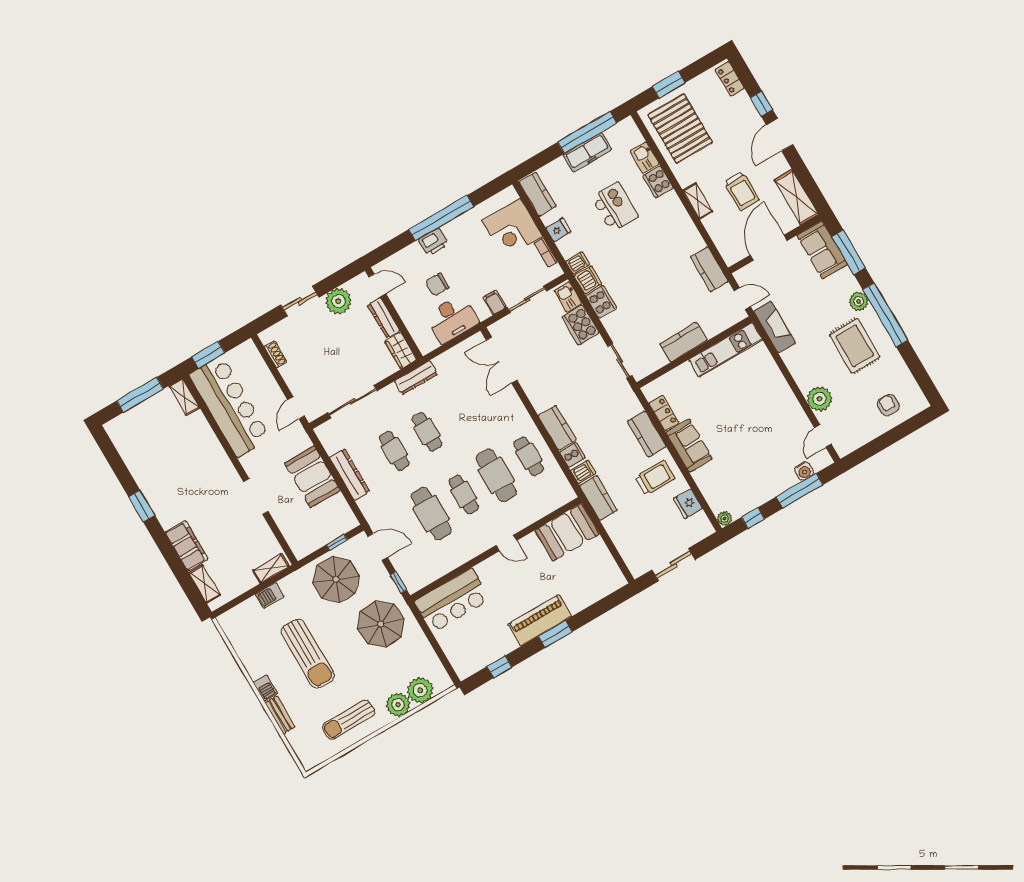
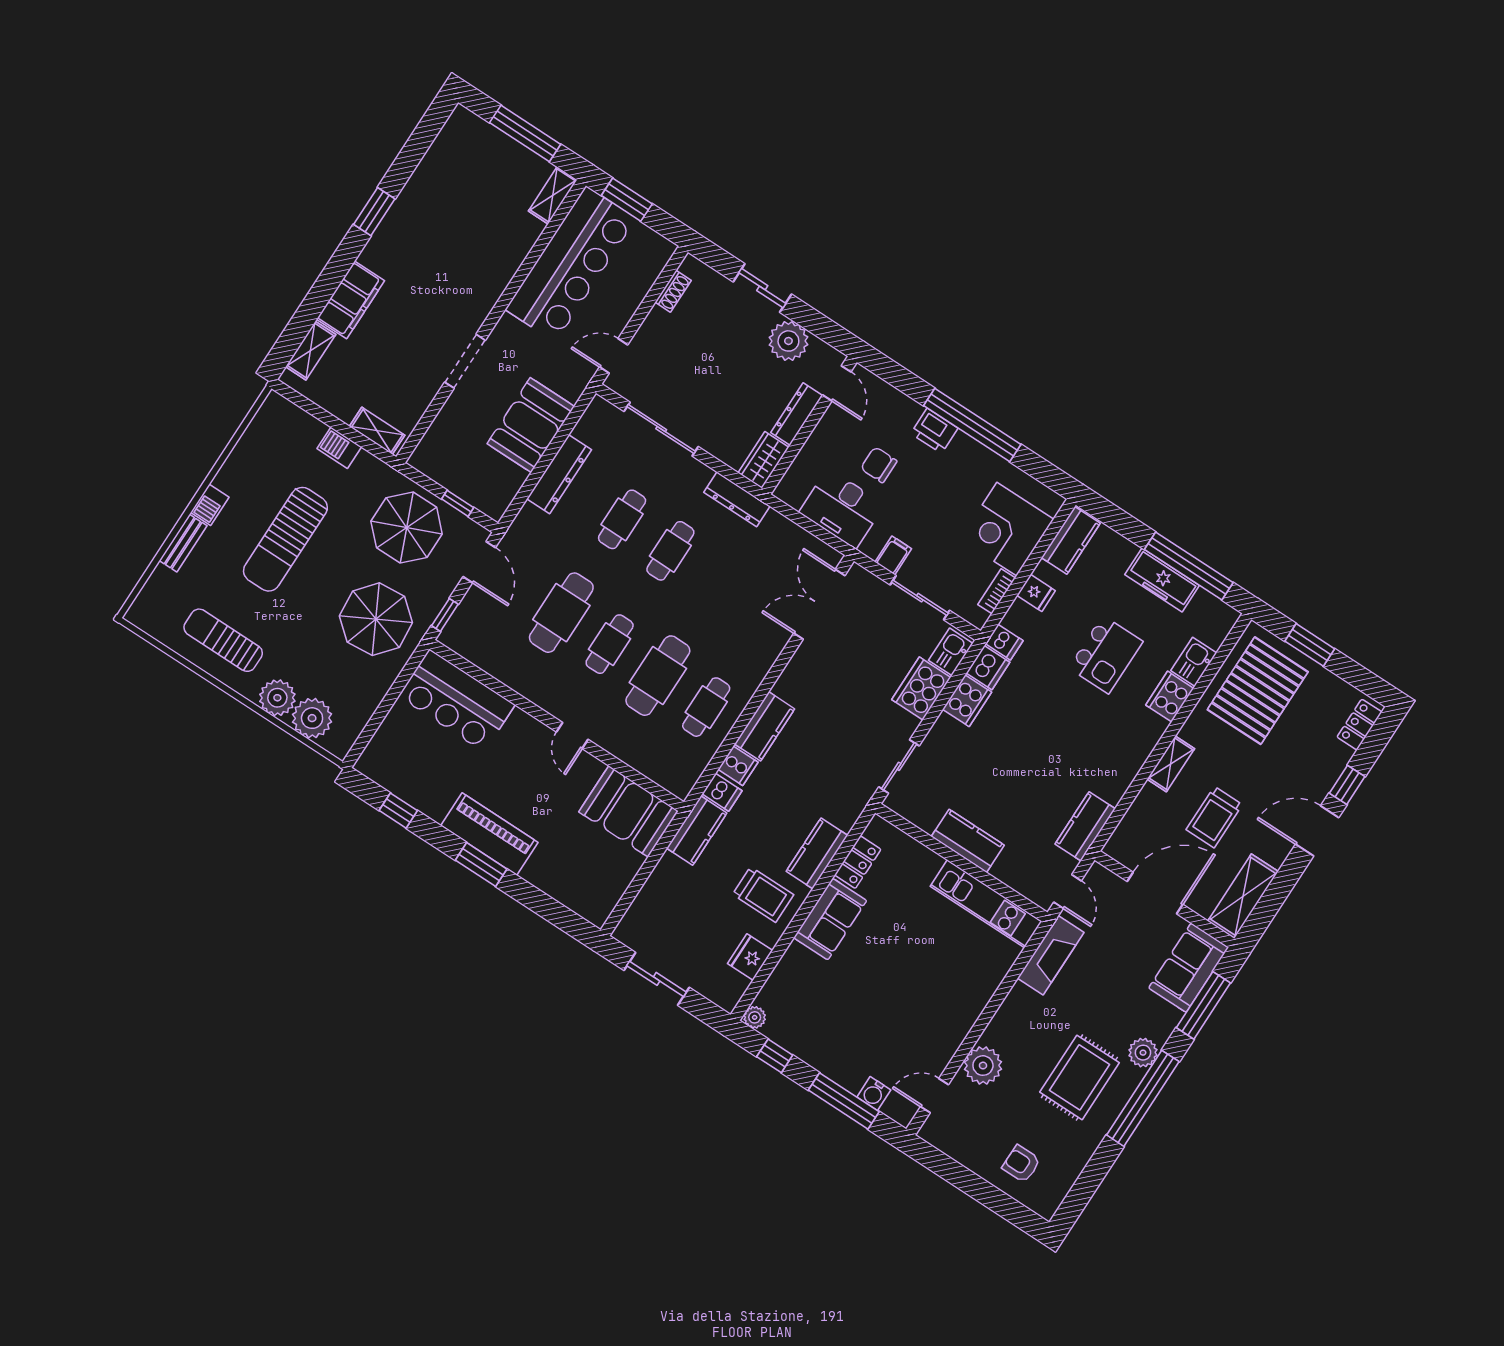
armchair: (888, 405) -> (1021, 1164), turned -90

